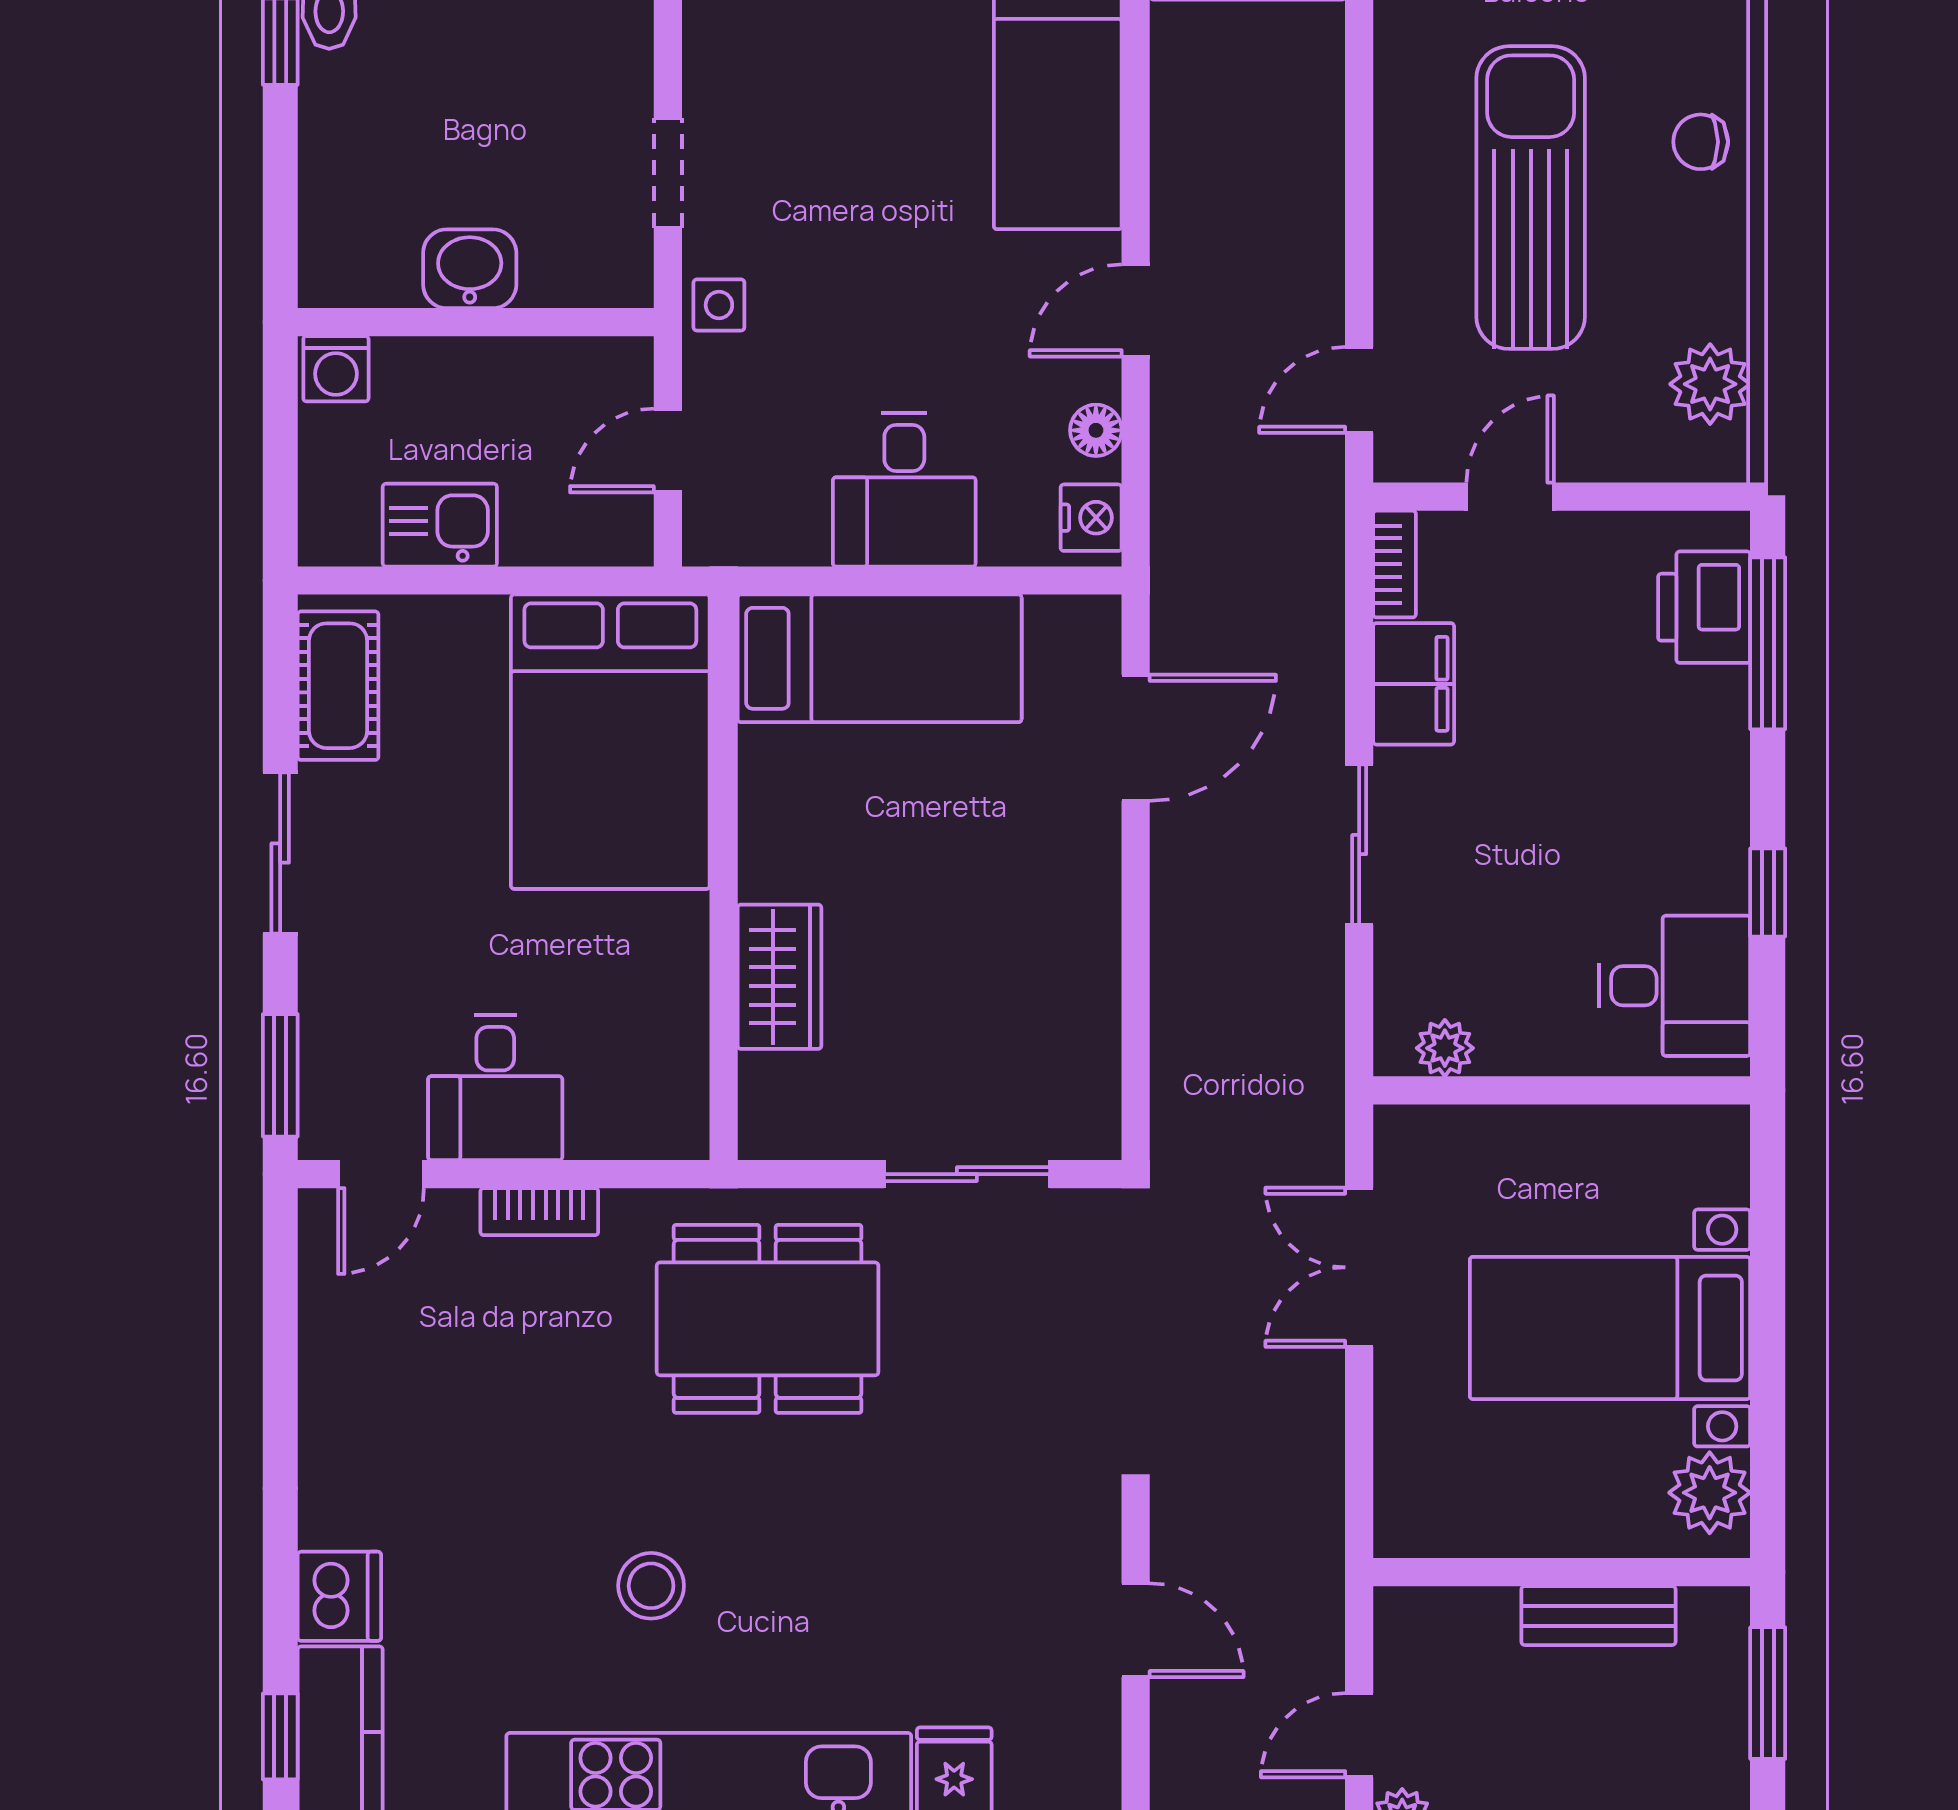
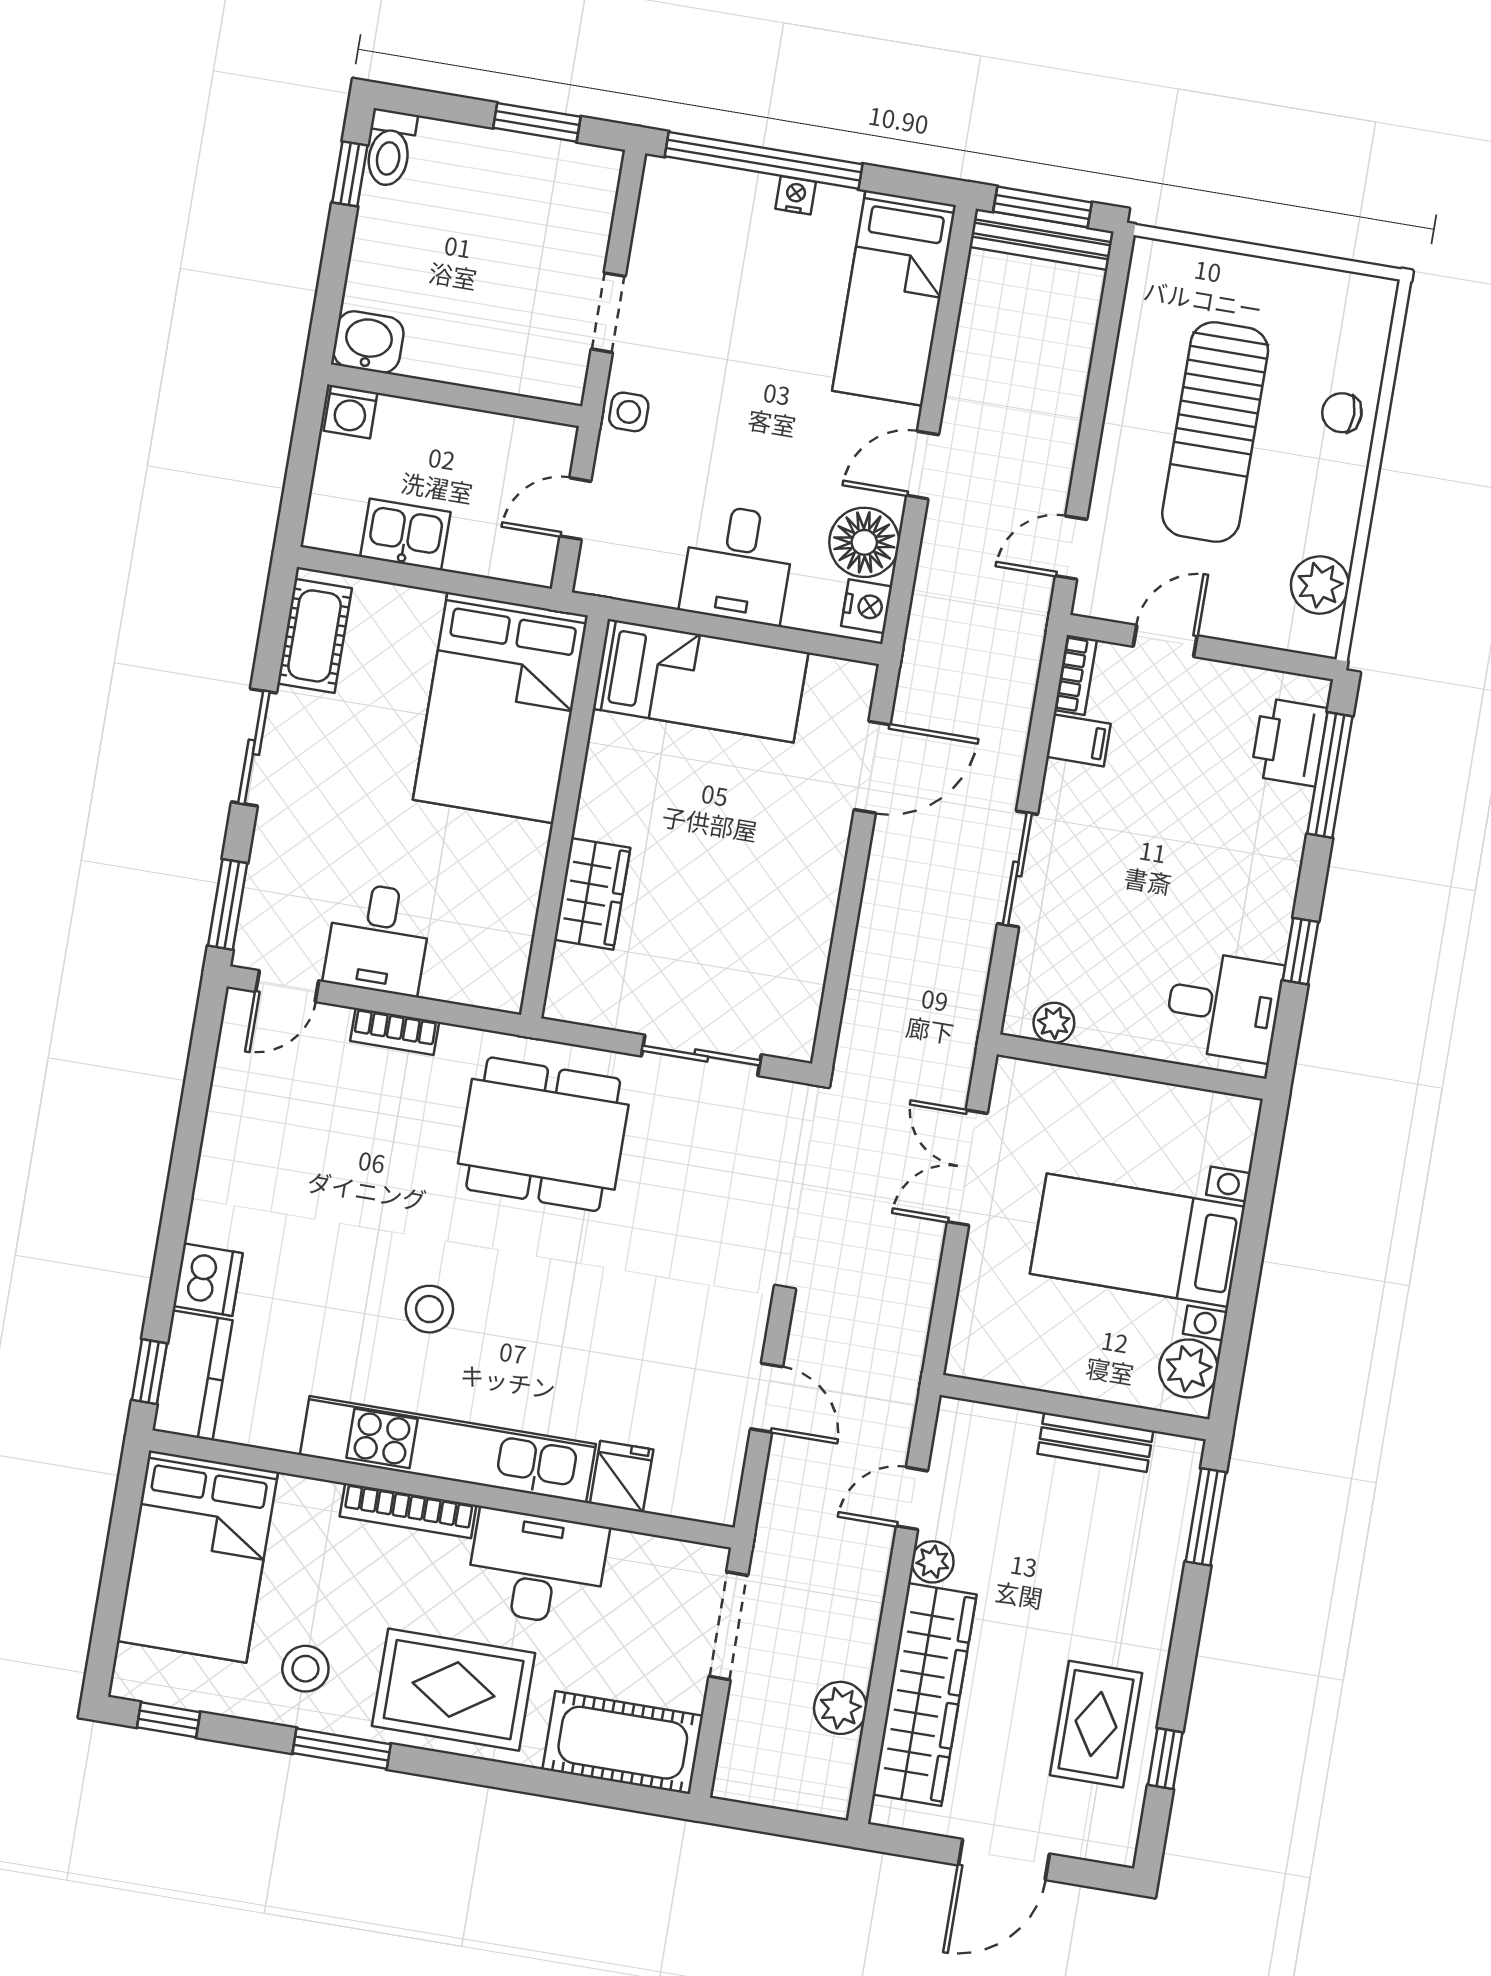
sun lounger: (1531, 198) -> (1215, 432), turned 180
washbasin: (470, 269) -> (368, 342), moved
floor lamp: (1096, 430) -> (864, 542), width x1.89, depth x1.89
filing cabinet: (1414, 684) -> (1078, 740), width x0.50

